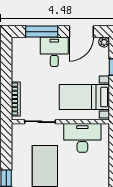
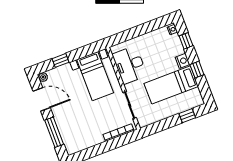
desk: (54, 52) -> (67, 115), removed

